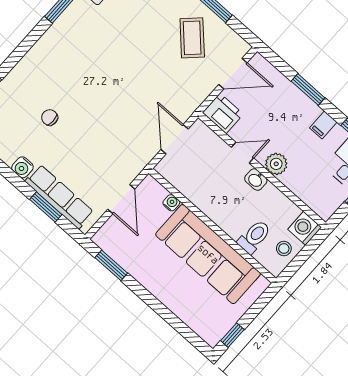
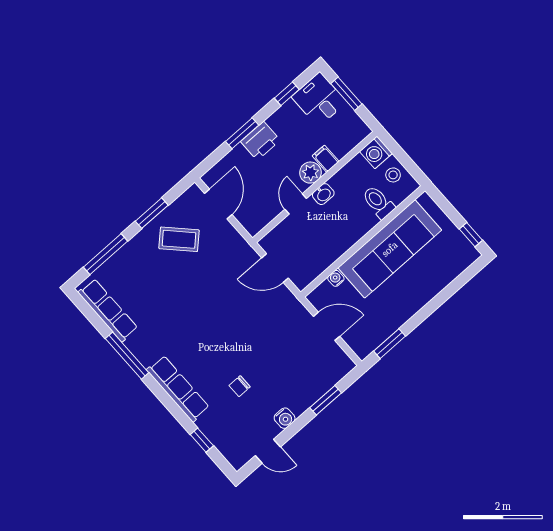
printer: (223, 113) -> (260, 141), moved, turned 180
filing cabinet: (323, 125) -> (326, 159), moved, turned 180
row of seats: (59, 197) -> (178, 389), moved, turned 90

